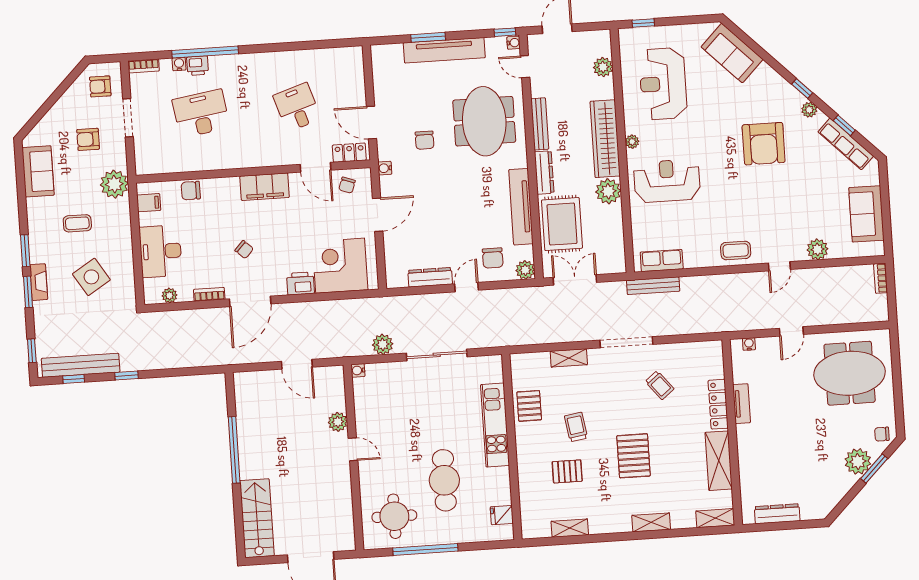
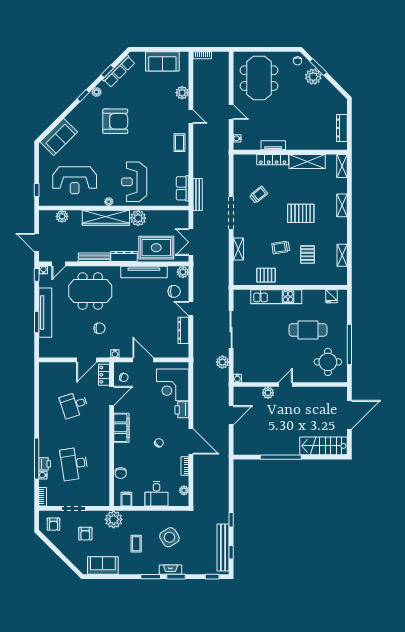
desk: (161, 251) -> (157, 494), width x0.73

